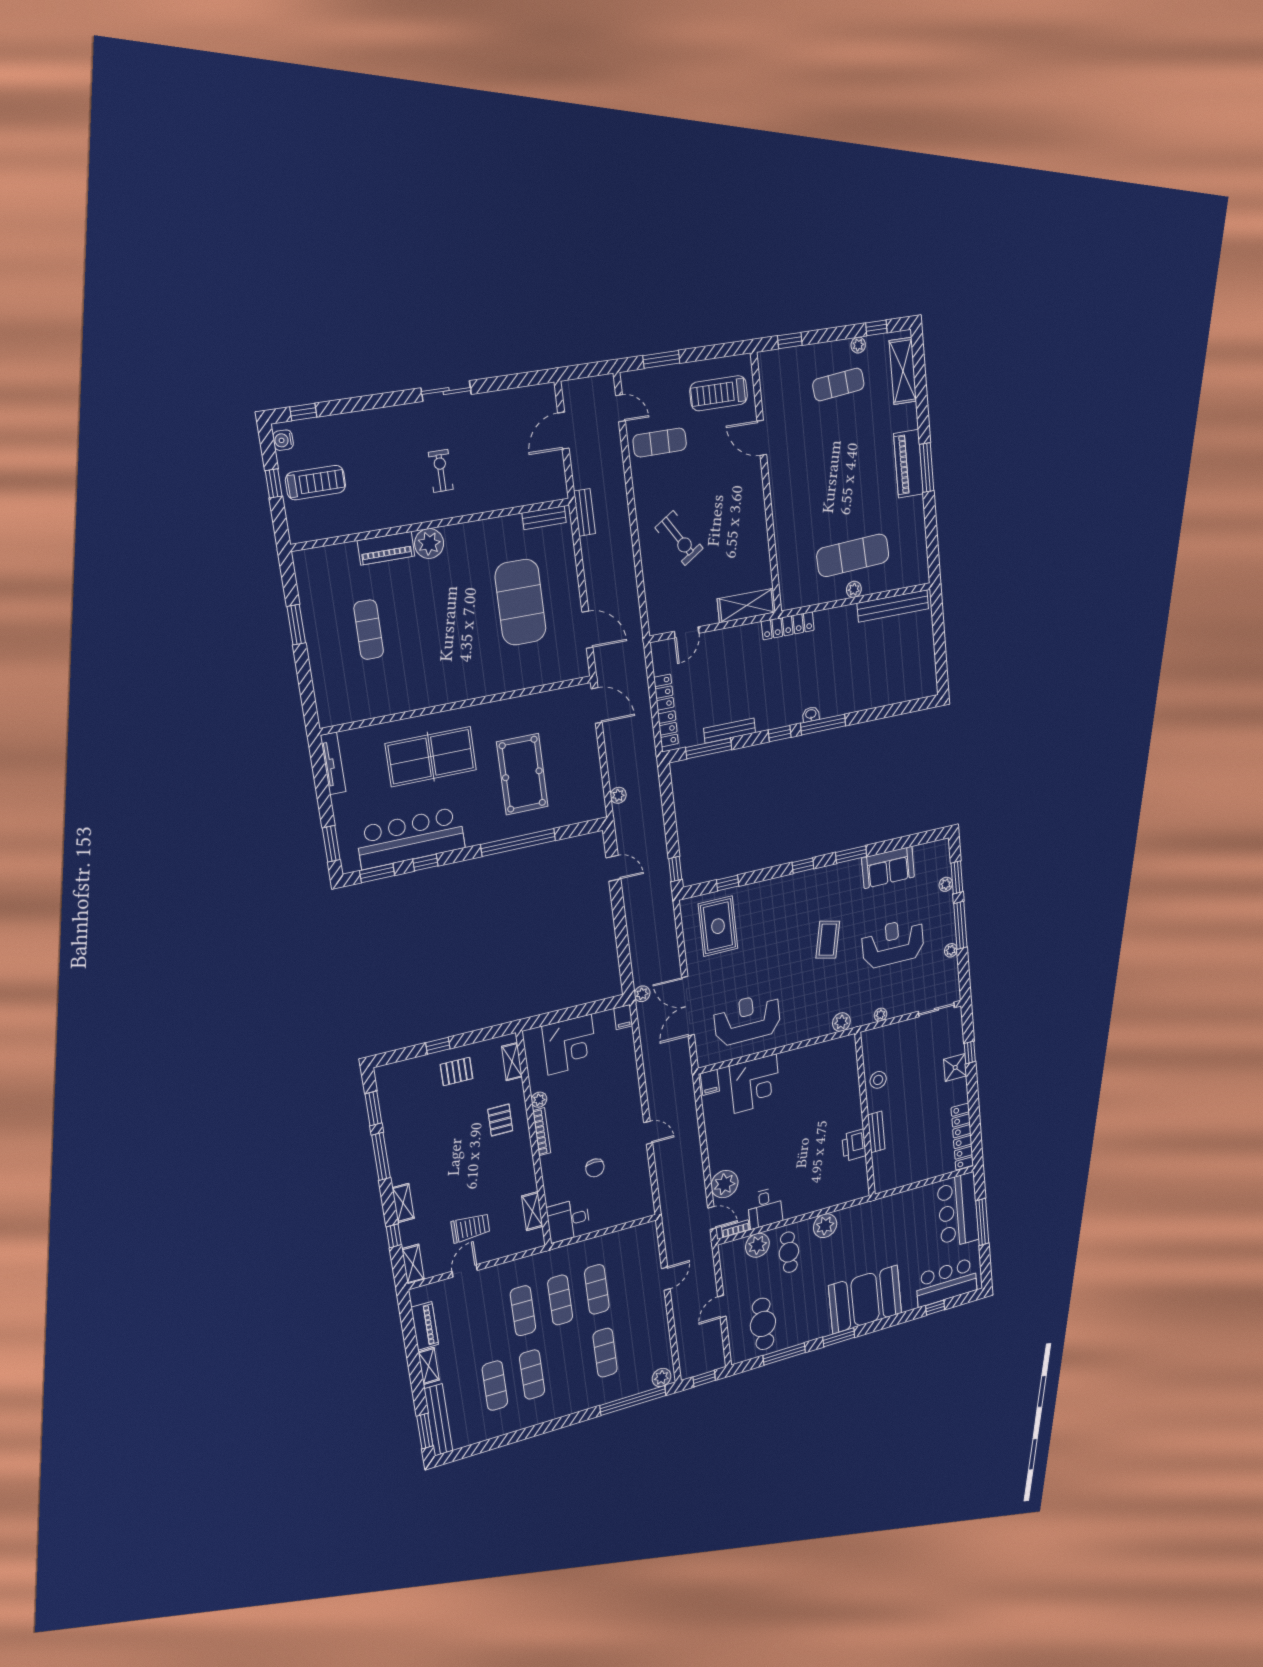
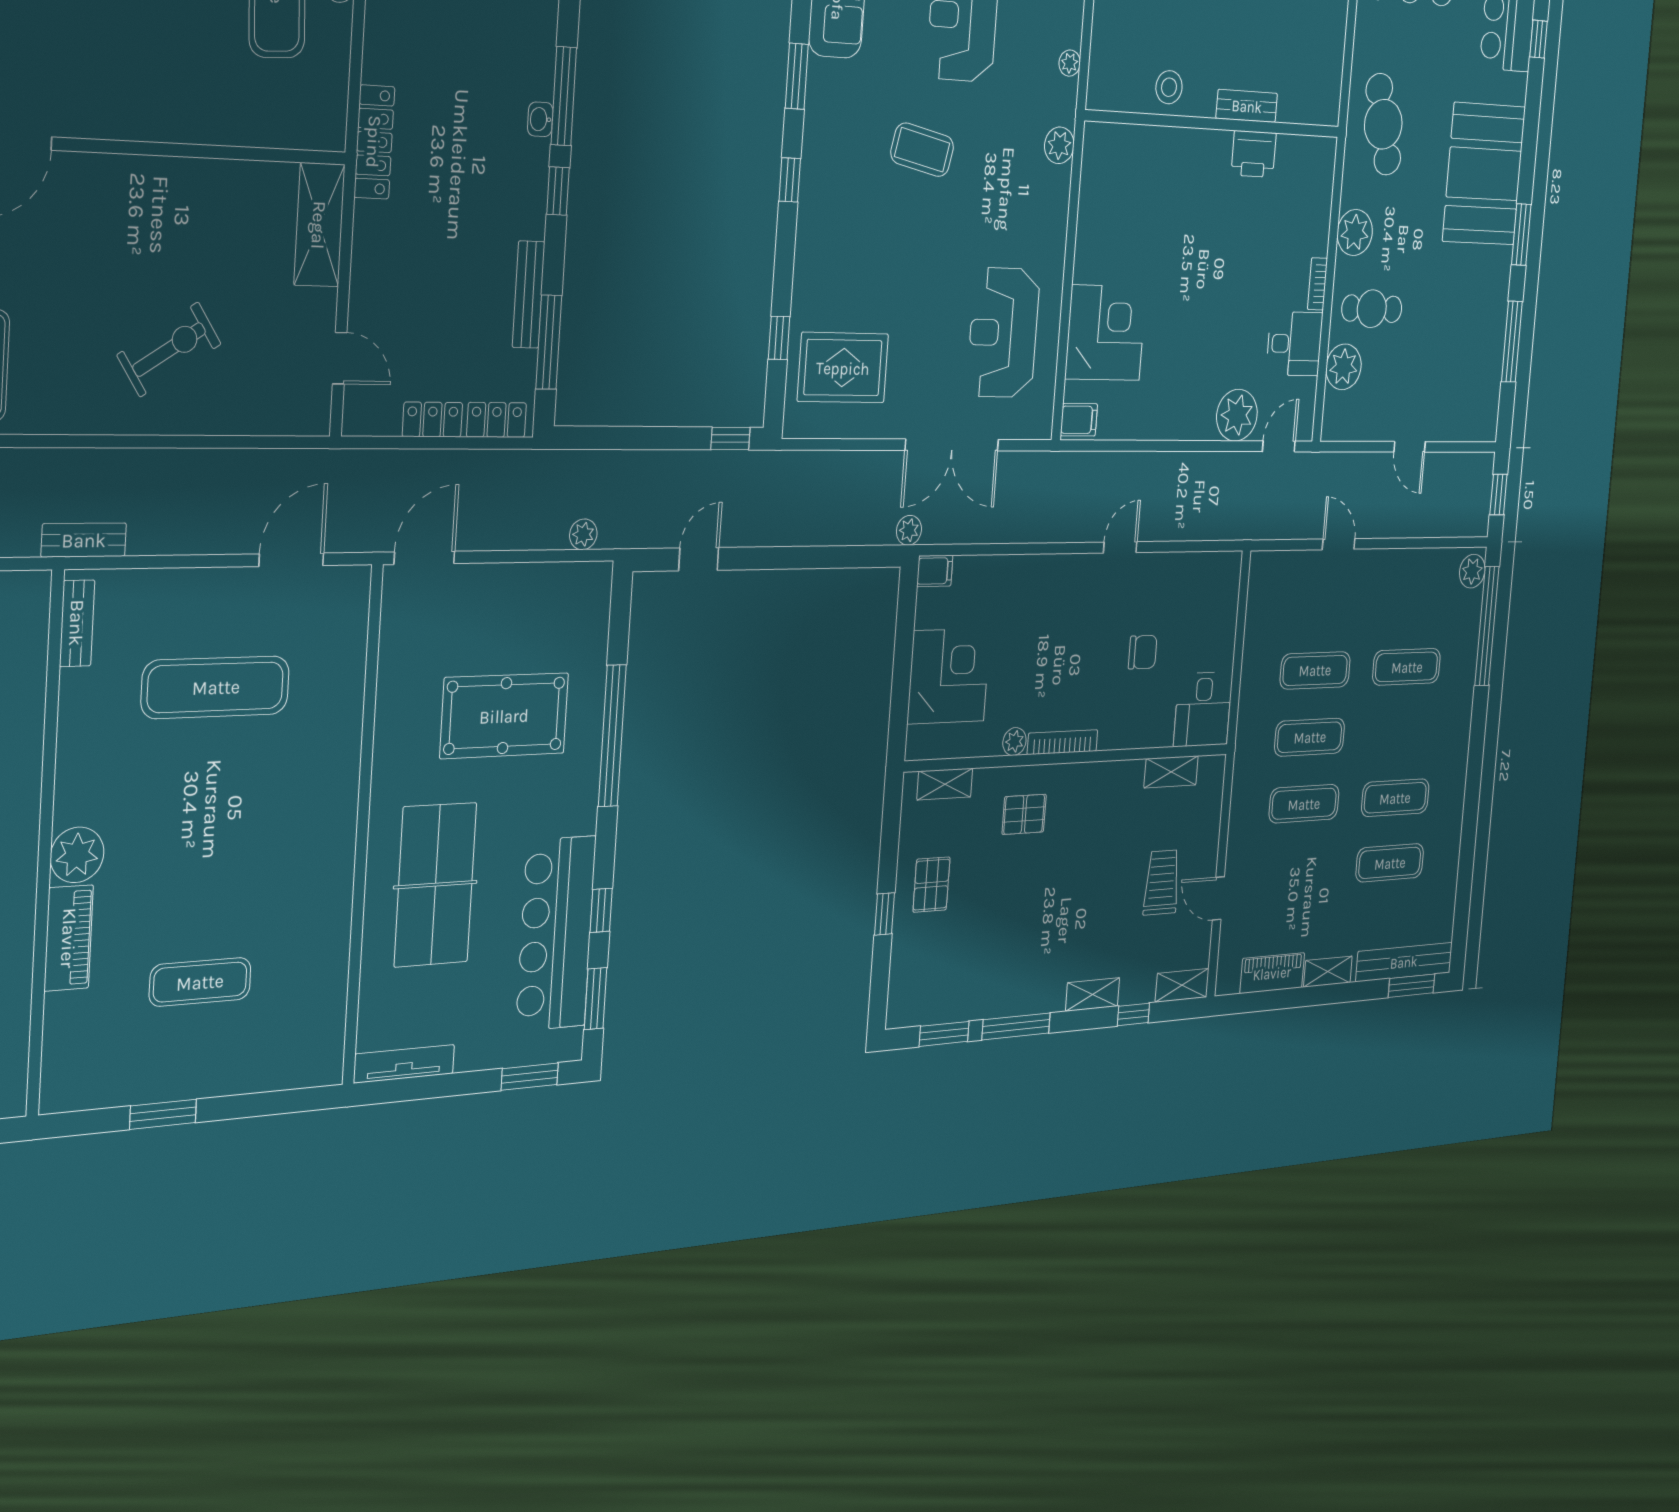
exercise mat: (520, 602) -> (216, 687), width x0.68
bookcase: (736, 1229) -> (1318, 284), moved
cafe table: (763, 1324) -> (1383, 124), moved, turned 75

